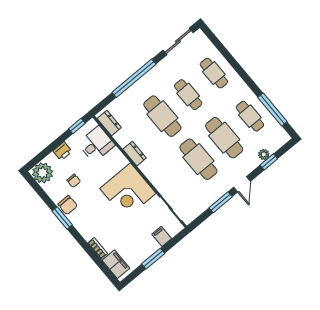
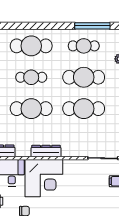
cafe table: (214, 73) -> (31, 46), width x1.37, depth x1.35
dresser: (135, 154) -> (46, 151), width x1.44
corner desk: (128, 191) -> (44, 178), moved

